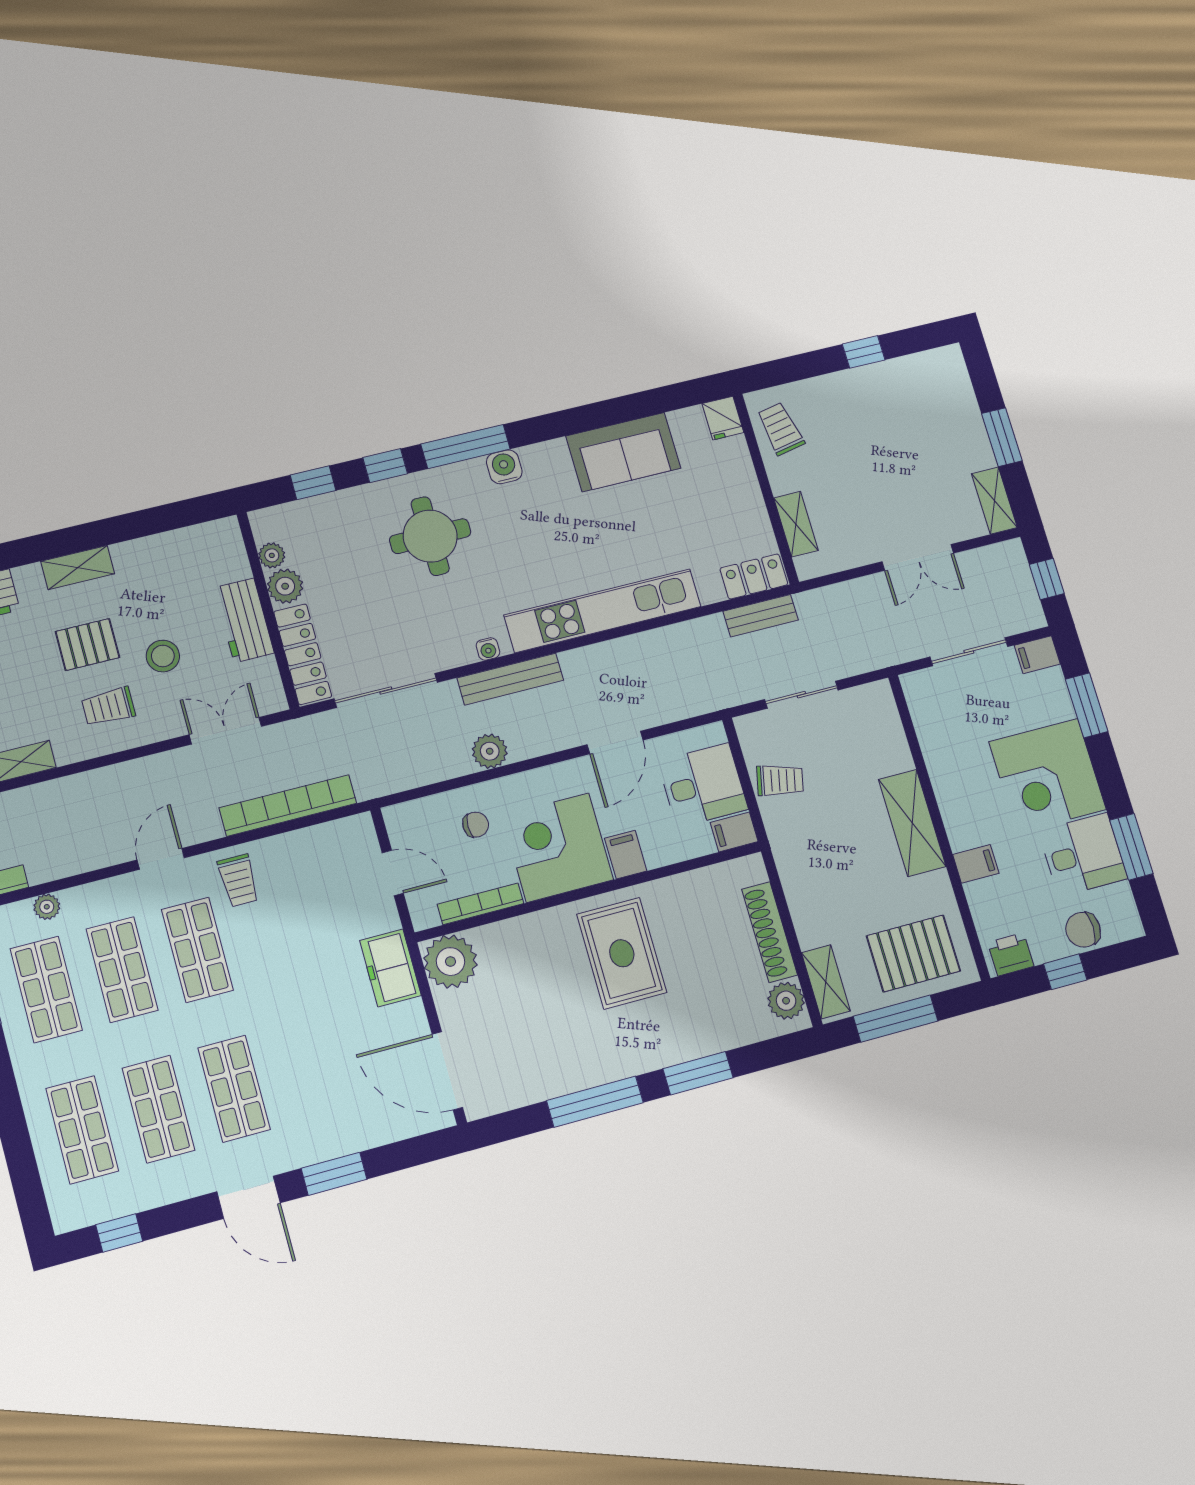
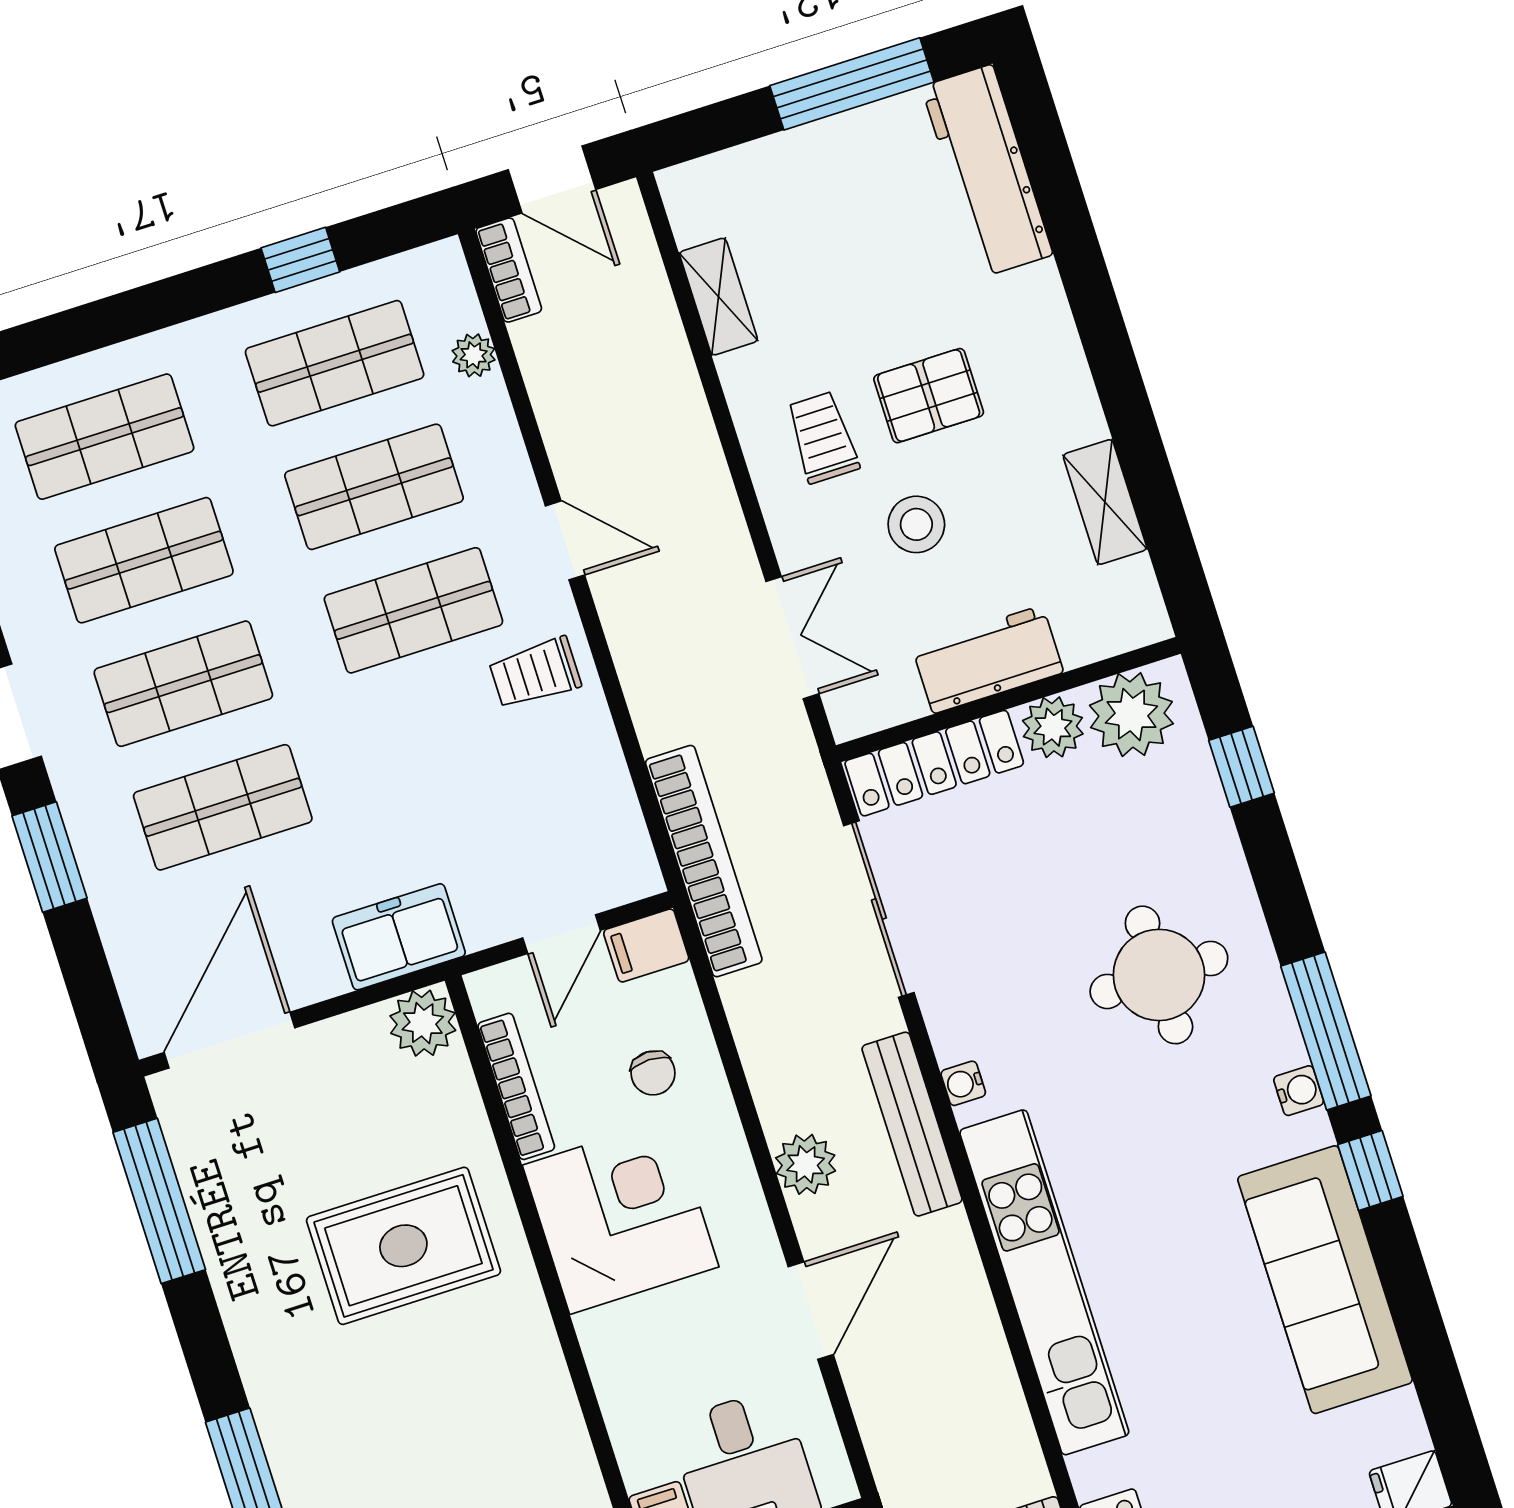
sofa: (623, 452) -> (1325, 1280), width x1.36
window: (385, 466) -> (1370, 1170), moved
water cooler: (504, 467) -> (1299, 1091), width x0.72, depth x0.72
plant: (272, 555) -> (1131, 715), width x1.88, depth x1.88
shelving: (78, 567) -> (1105, 502), moved
pallet: (88, 644) -> (929, 396), turned 90
door: (615, 742) -> (811, 1311), swing flipped
plant: (490, 751) -> (806, 1164), moved
bookcase: (288, 805) -> (704, 861), moved
filing cabinet: (626, 855) -> (646, 946), moved, turned 180
rug: (622, 953) -> (403, 1246), moved
plant: (450, 962) -> (423, 1023), width x0.73, depth x0.73
shop shelf: (309, 1068) -> (223, 807), added
window: (595, 1102) -> (159, 1201), moved

